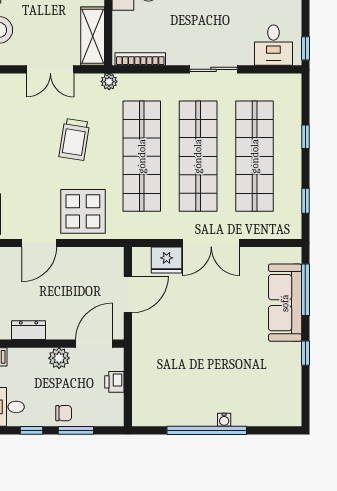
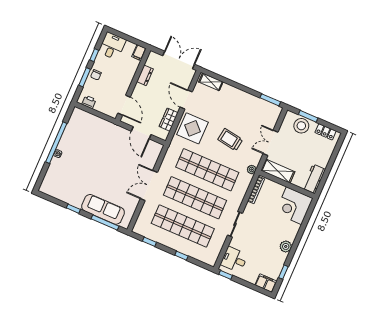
wardrobe: (86, 258) -> (169, 120), added
fridge: (167, 260) -> (150, 160), removed
plant: (59, 358) -> (124, 85), removed
printer: (114, 382) -> (89, 102), moved

